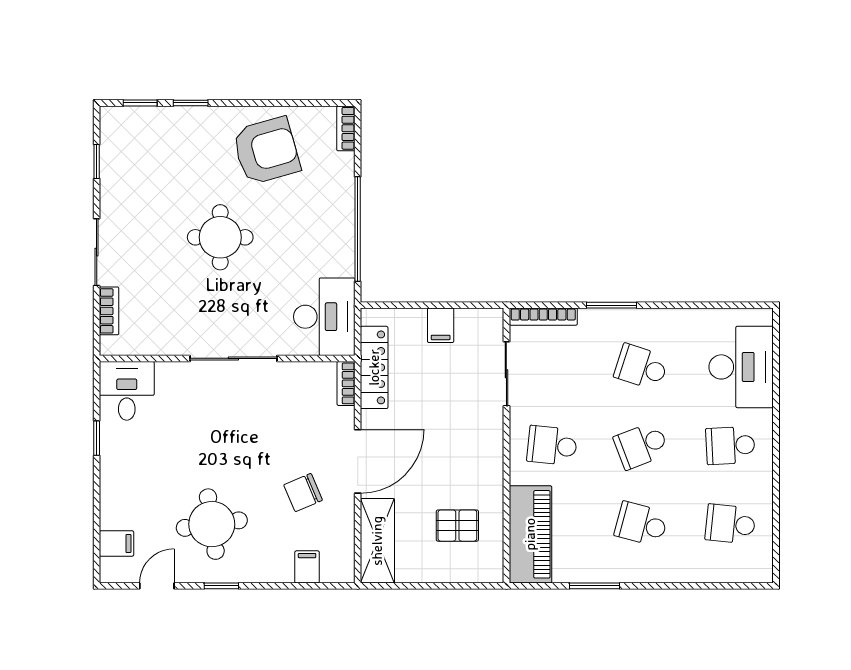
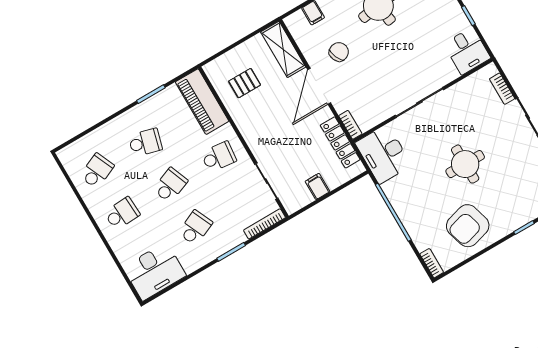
school desk: (641, 367) -> (195, 228), turned -42
desk: (741, 367) -> (154, 271), moved, turned -90
school desk: (730, 524) -> (97, 171), turned -30

